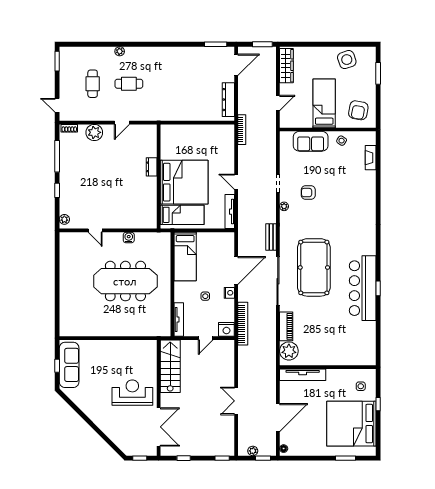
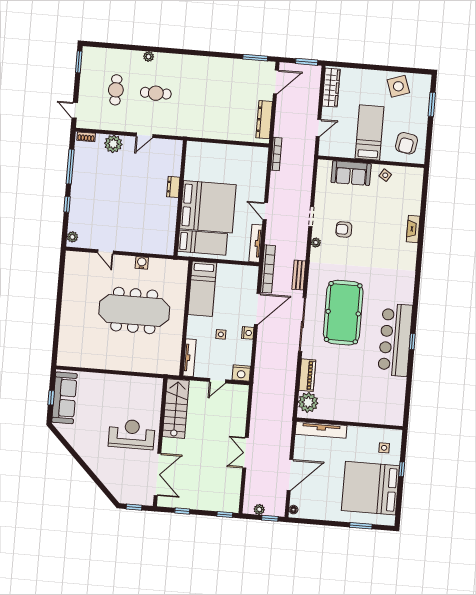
fireplace: (371, 158) -> (413, 229), moved
bookcase: (243, 324) -> (268, 269), moved

